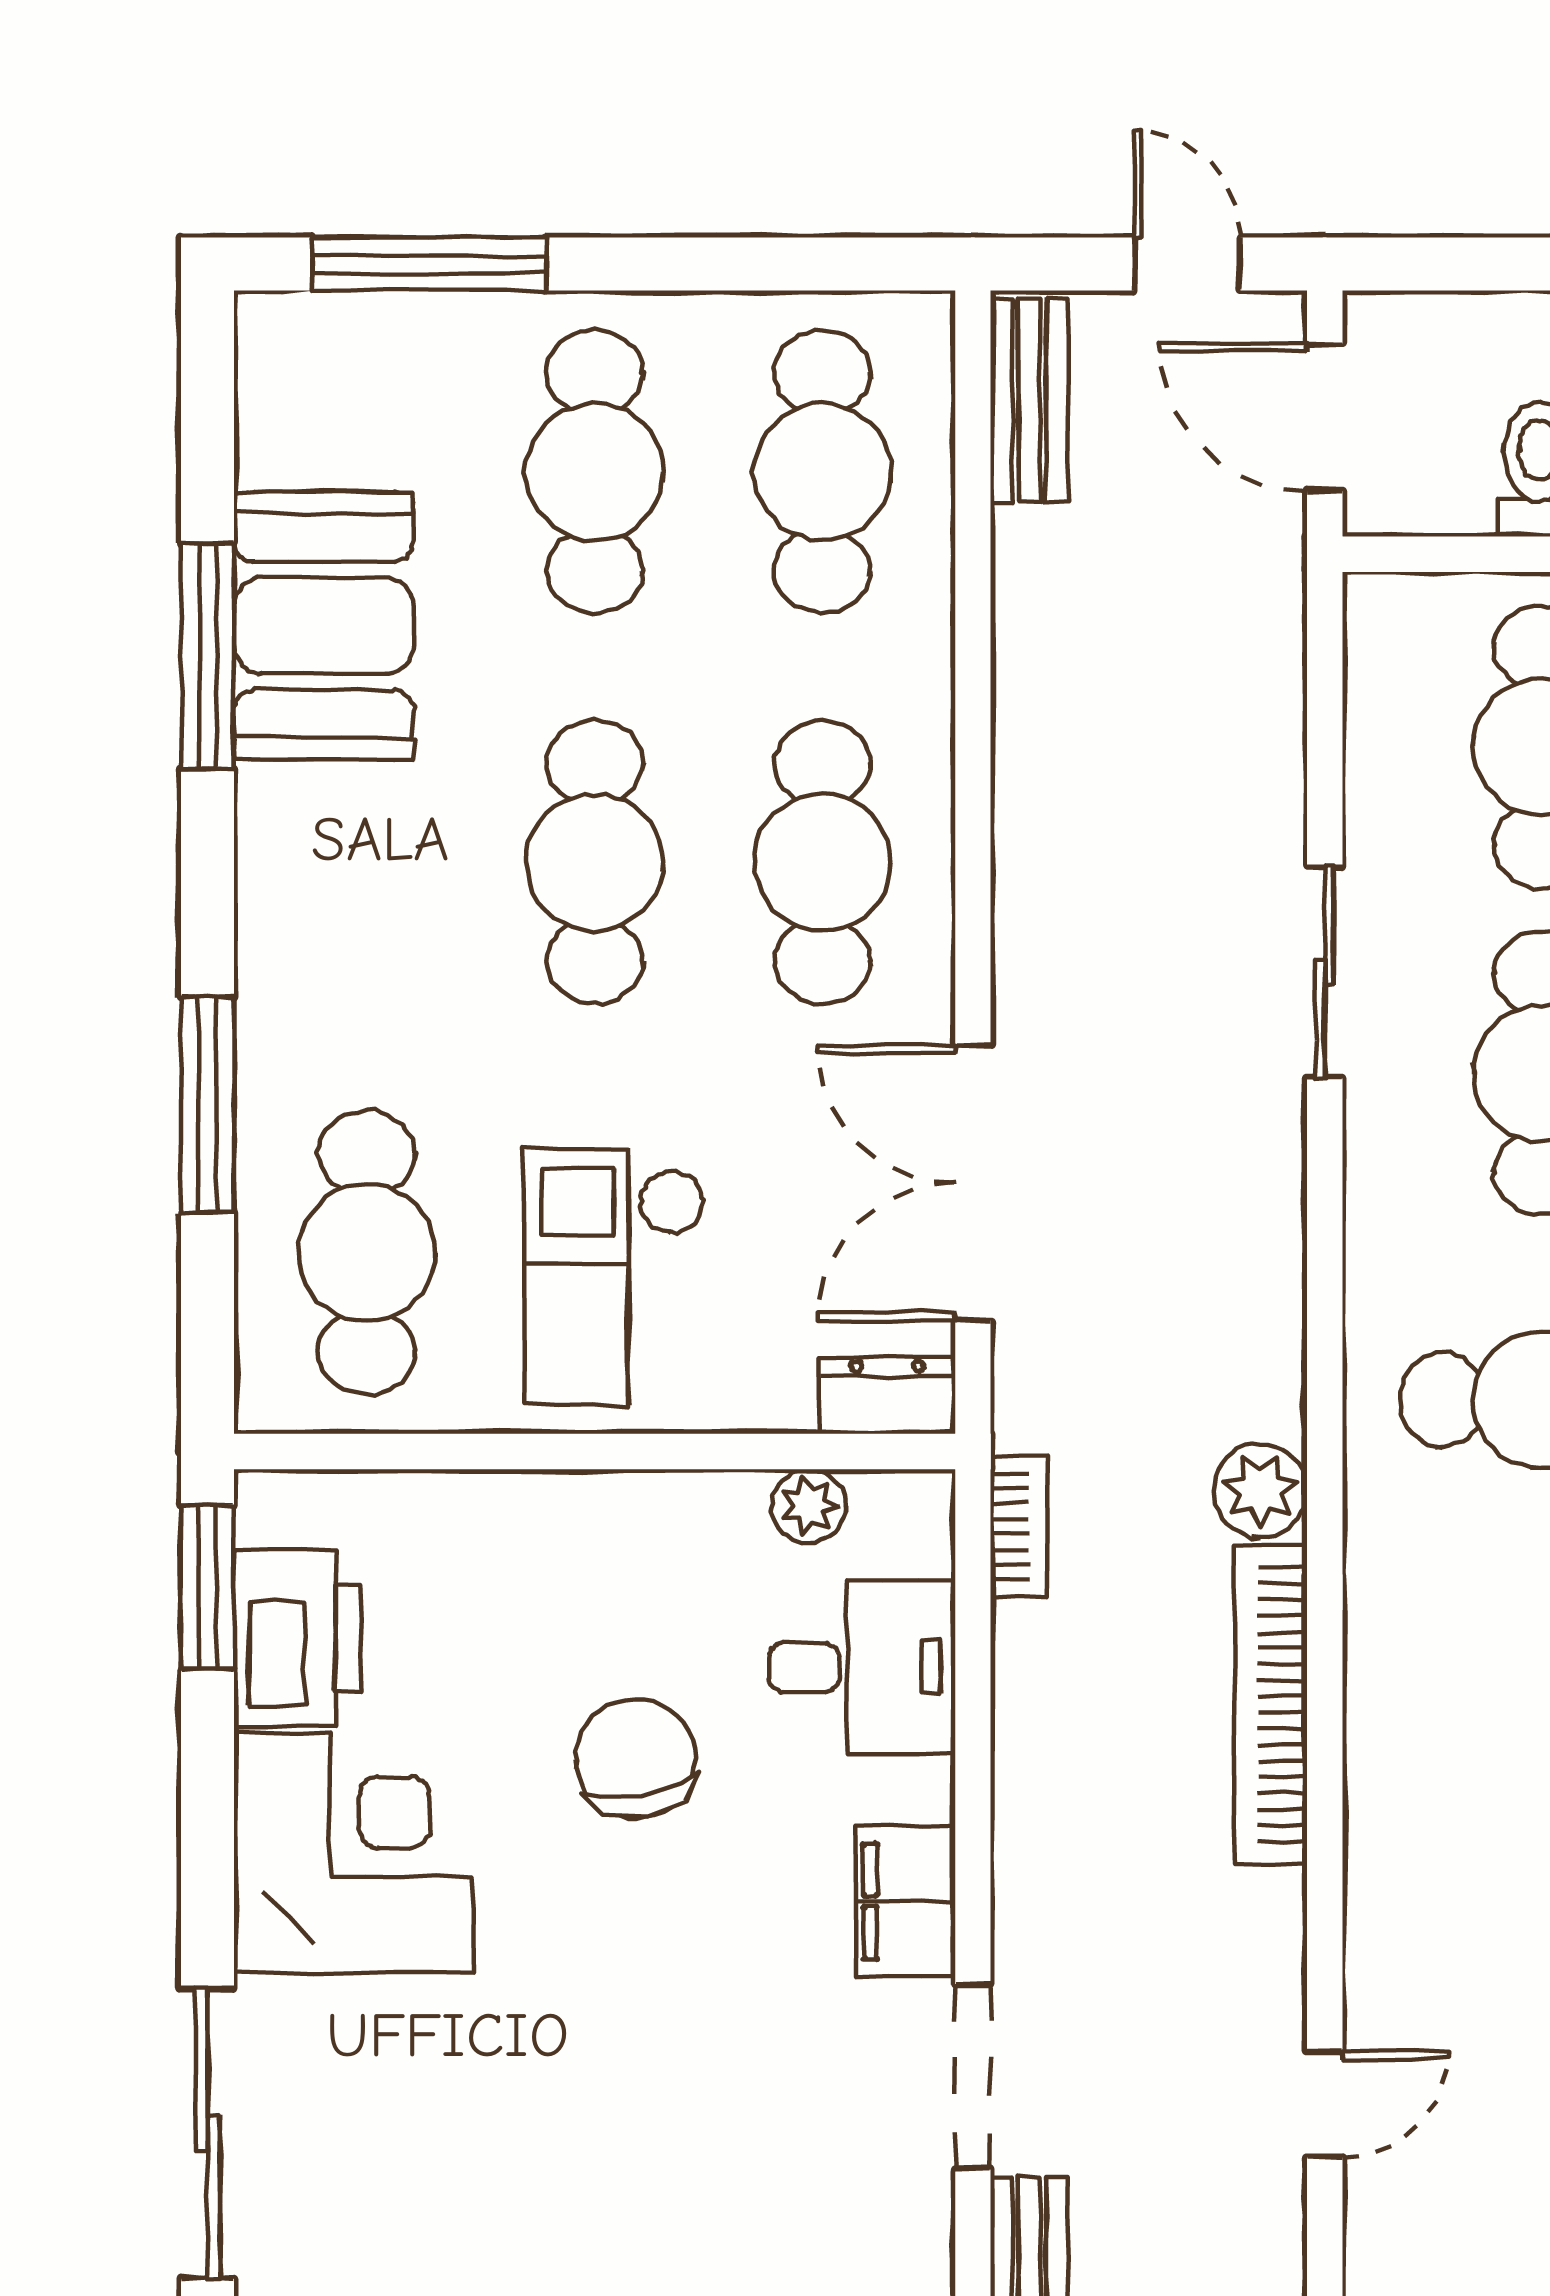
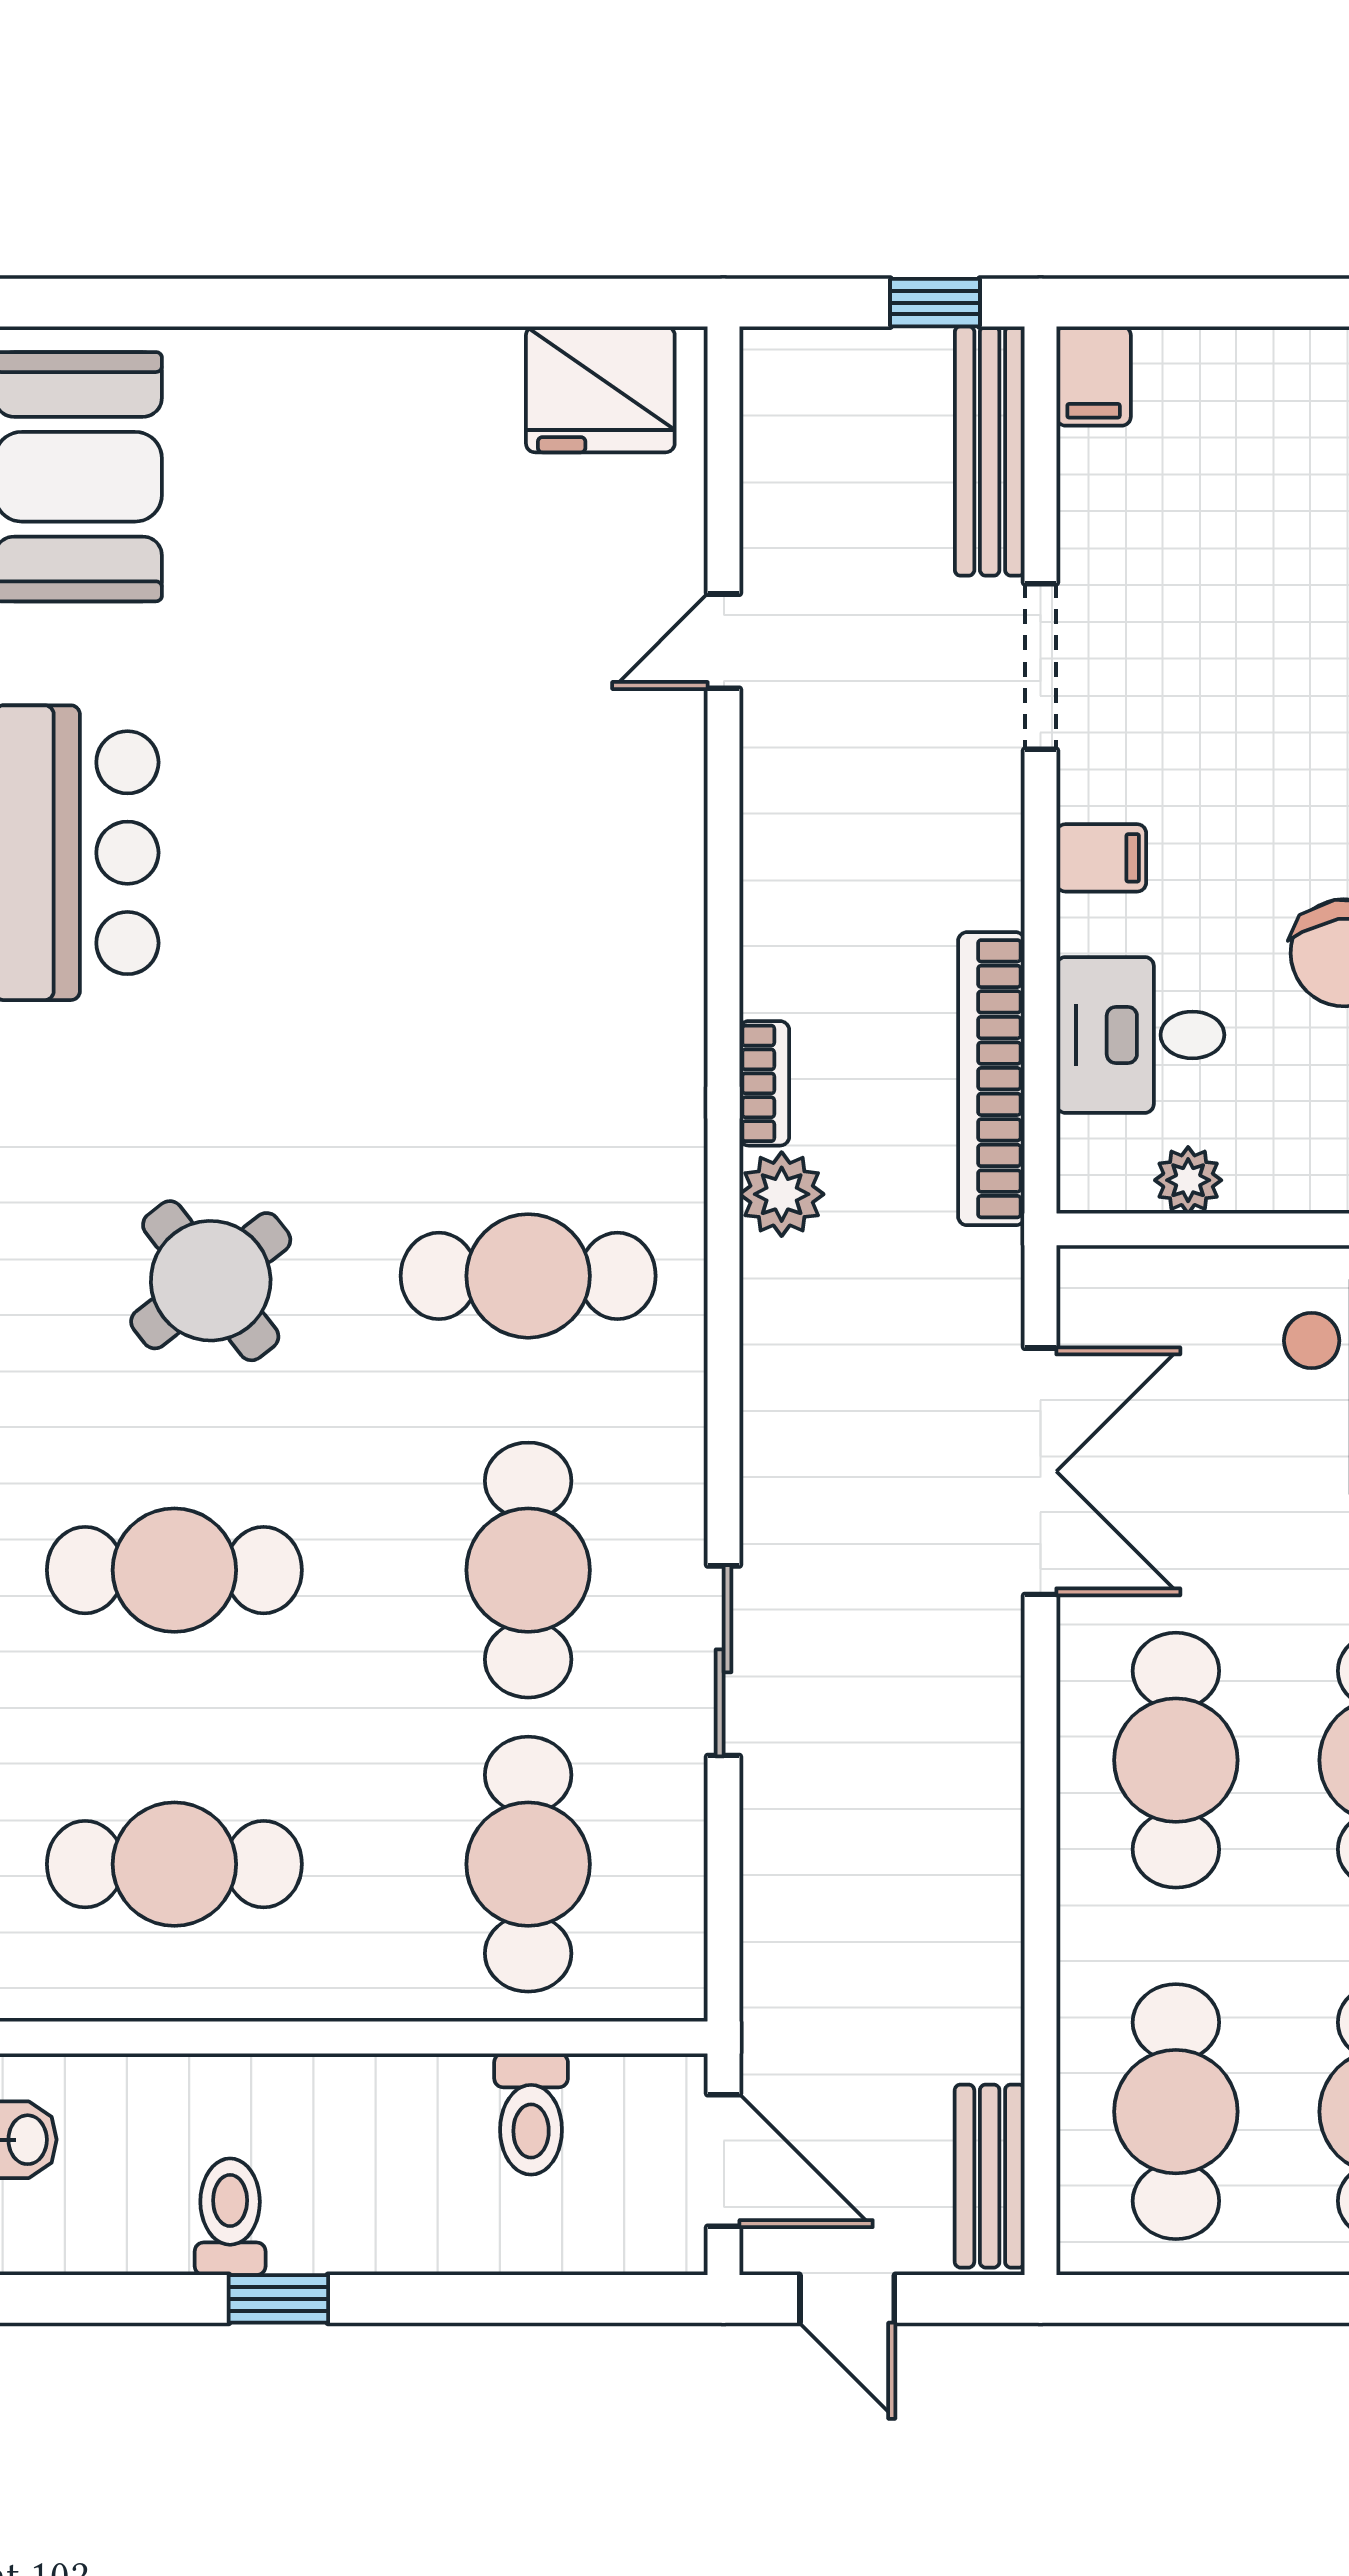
dresser: (888, 1396) -> (1117, 1280), removed
bookcase: (1019, 1526) -> (991, 1079), width x2.31, depth x1.31
bookcase: (1271, 1704) -> (764, 1083), width x0.43, depth x0.76
filing cabinet: (905, 1901) -> (1101, 858), width x0.50

